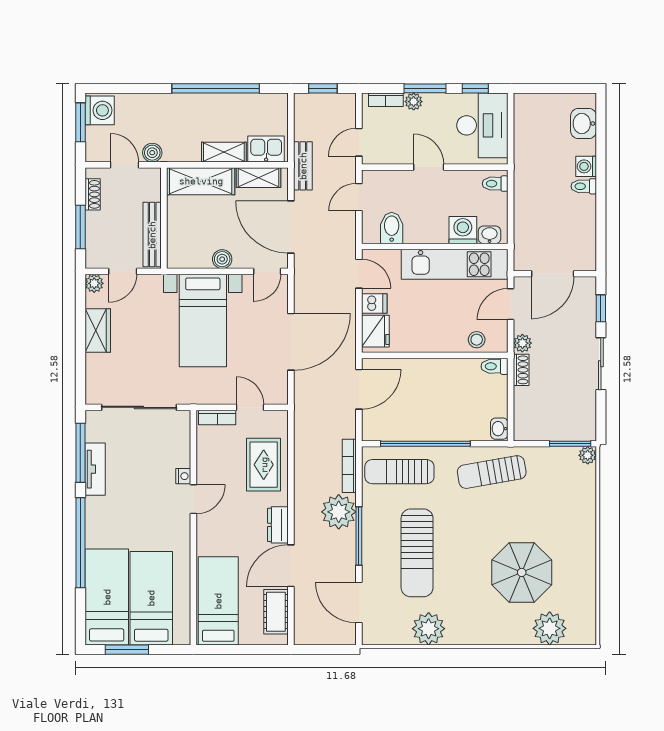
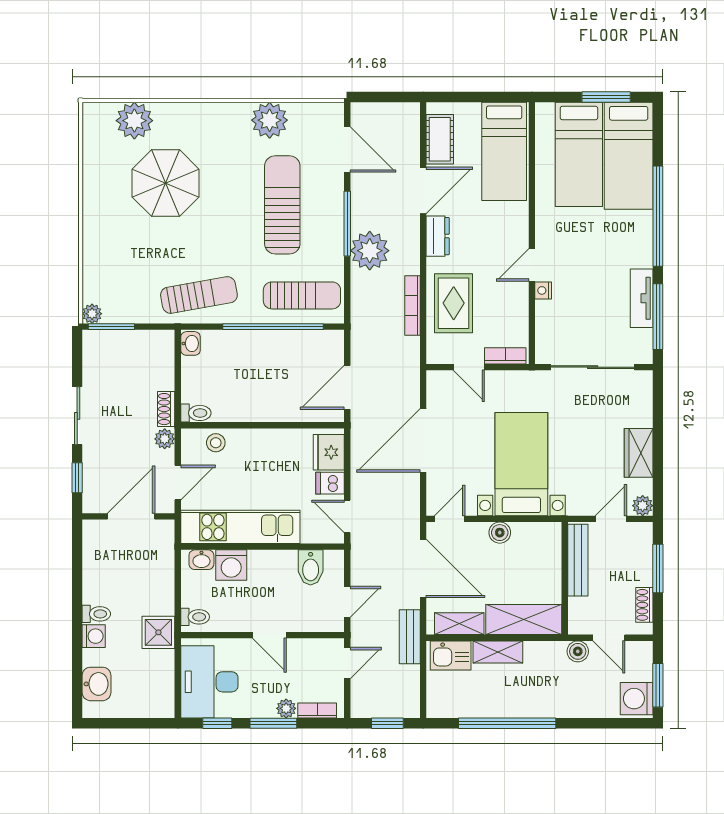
shower: (528, 170) -> (158, 632), added
bookcase: (349, 466) -> (412, 305), moved, turned 180

